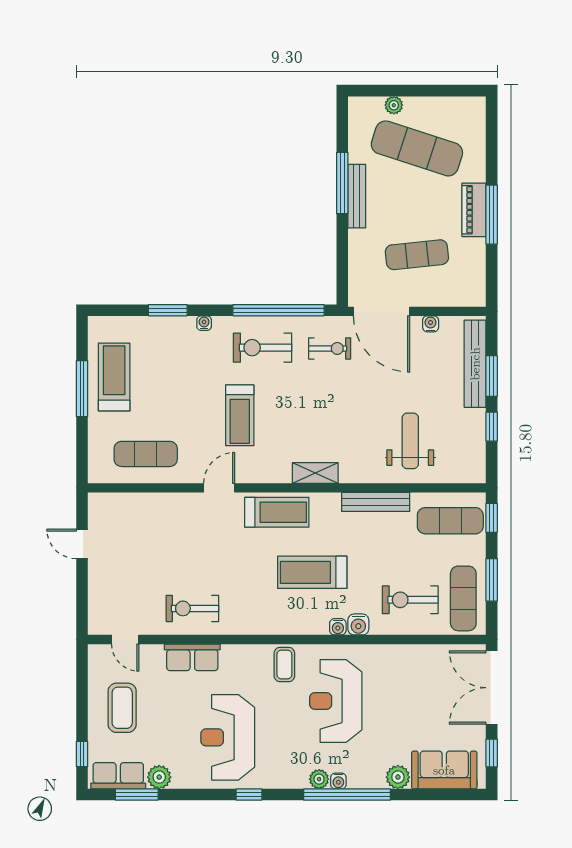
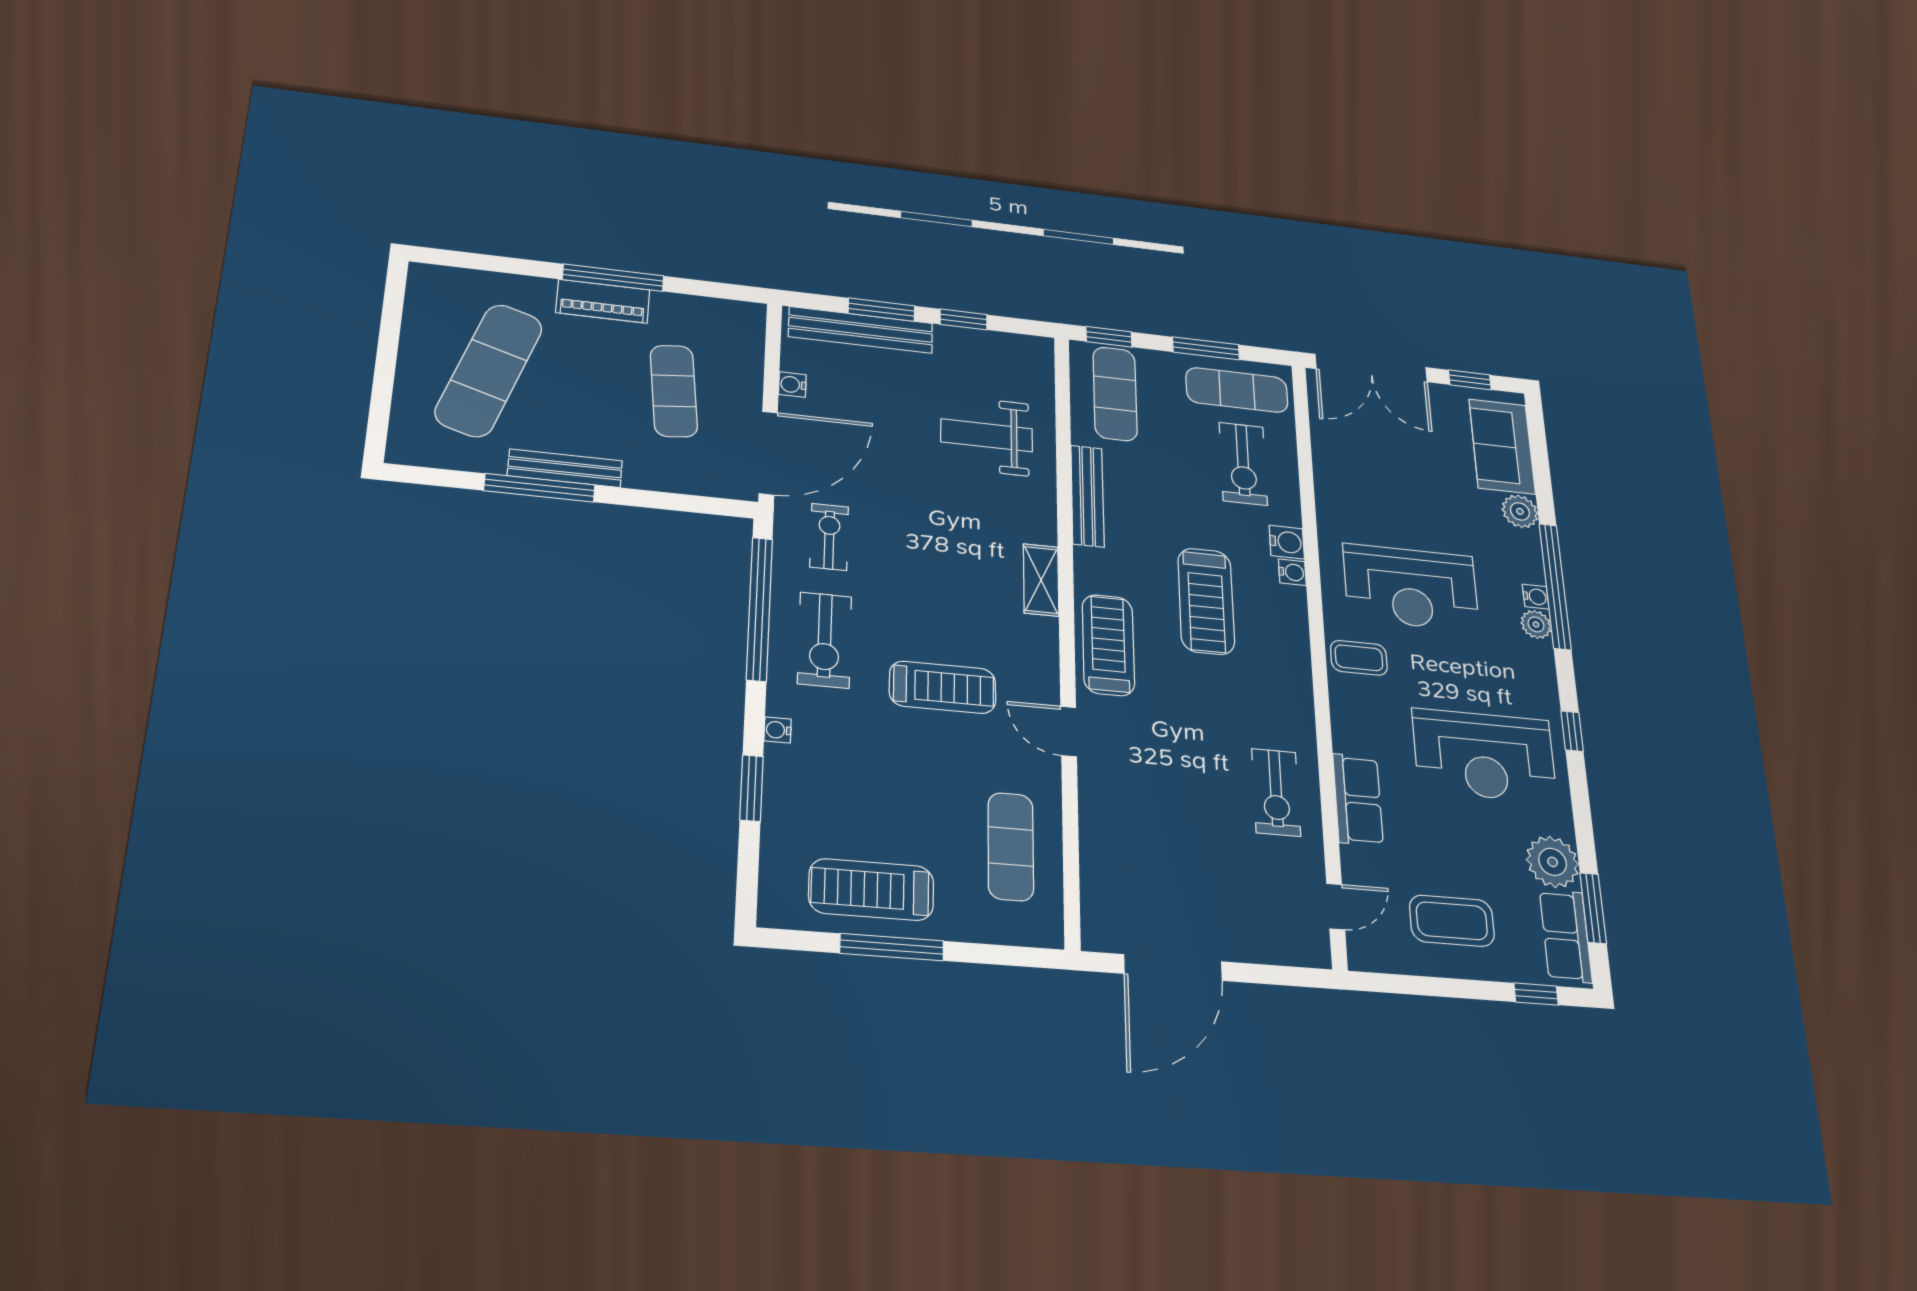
plant: (394, 105) -> (408, 396), removed
door: (82, 544) -> (1173, 968), width x1.87
plant: (159, 777) -> (1553, 862), width x1.36, depth x1.36

